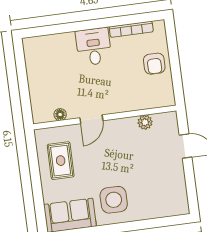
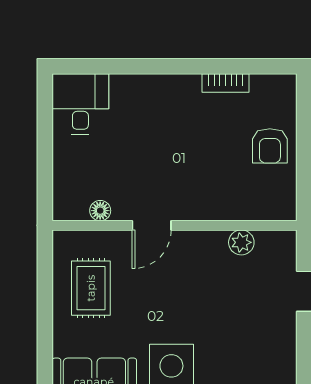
bookcase: (131, 29) -> (225, 83), width x0.64
desk: (94, 47) -> (80, 104), moved

